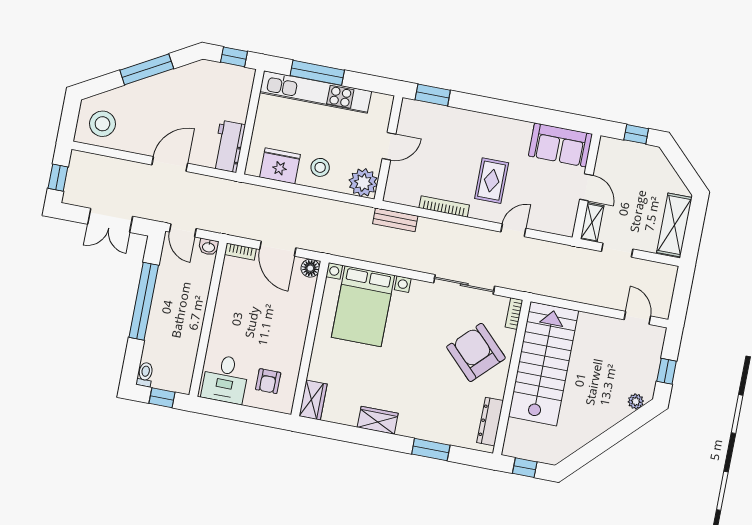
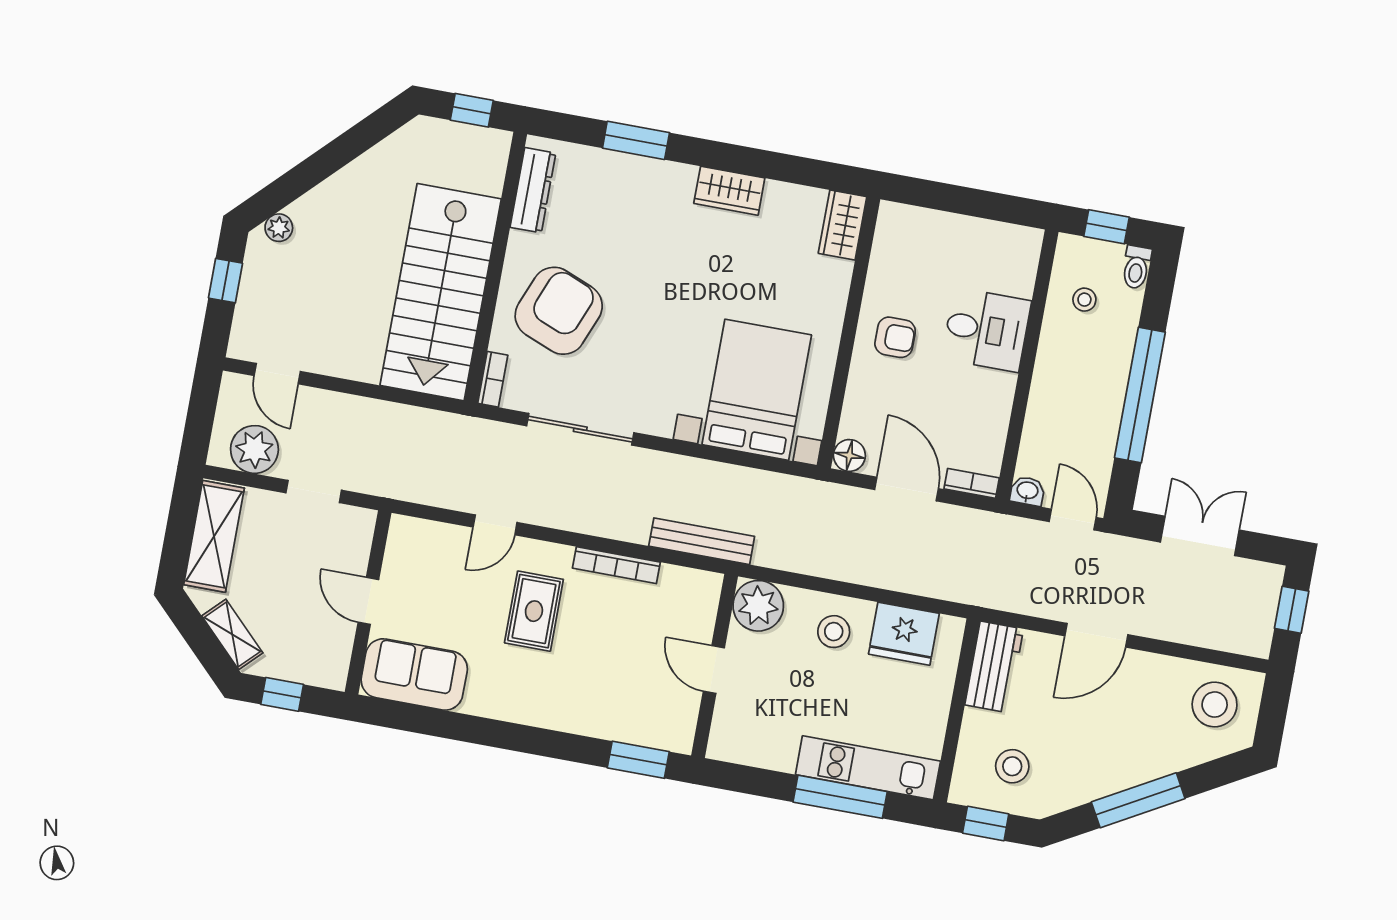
stool: (219, 89) -> (1012, 766), added
kitchen unit: (316, 92) -> (868, 768), width x0.73
door: (389, 146) -> (714, 670), hinge flipped
bench: (395, 220) -> (702, 541), width x1.36
shelving: (592, 222) -> (232, 634), moved, turned -45
plant: (651, 275) -> (254, 449), added
armchair: (476, 352) -> (559, 311), turned -113
stool: (175, 356) -> (1084, 300), added
desk: (225, 379) -> (986, 330), moved, turned 90
armchair: (268, 381) -> (895, 337), moved, turned 90

